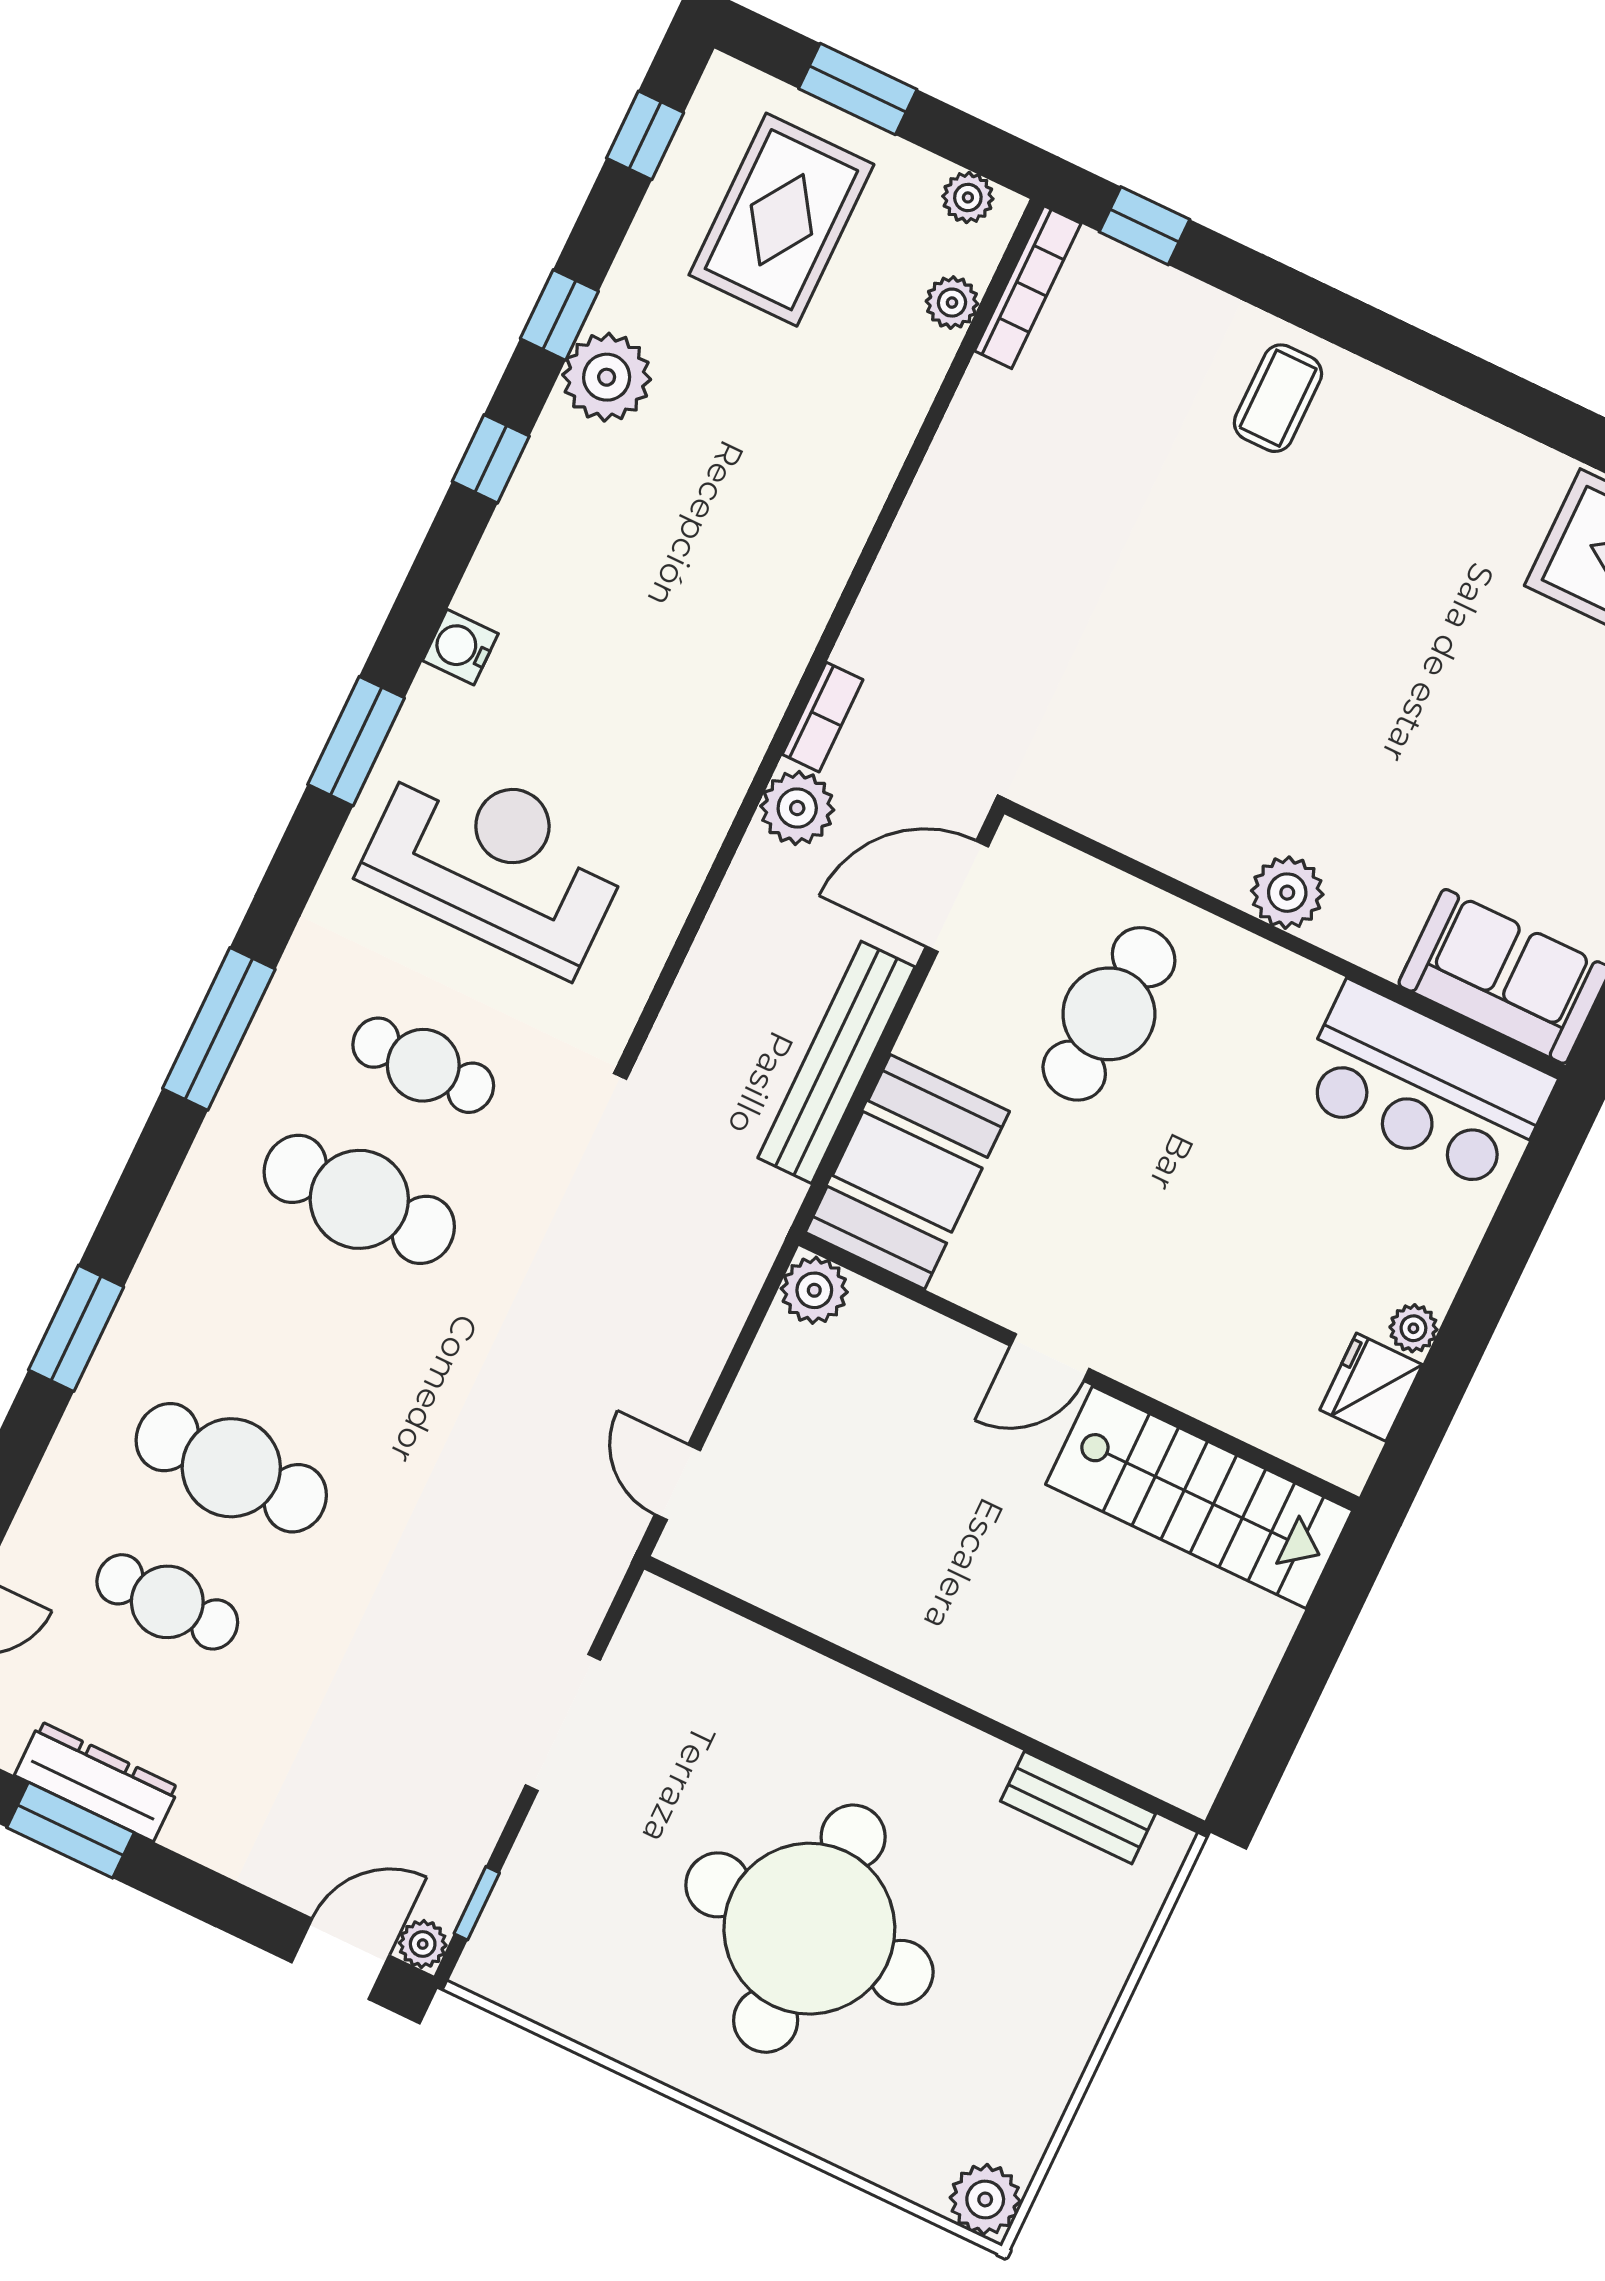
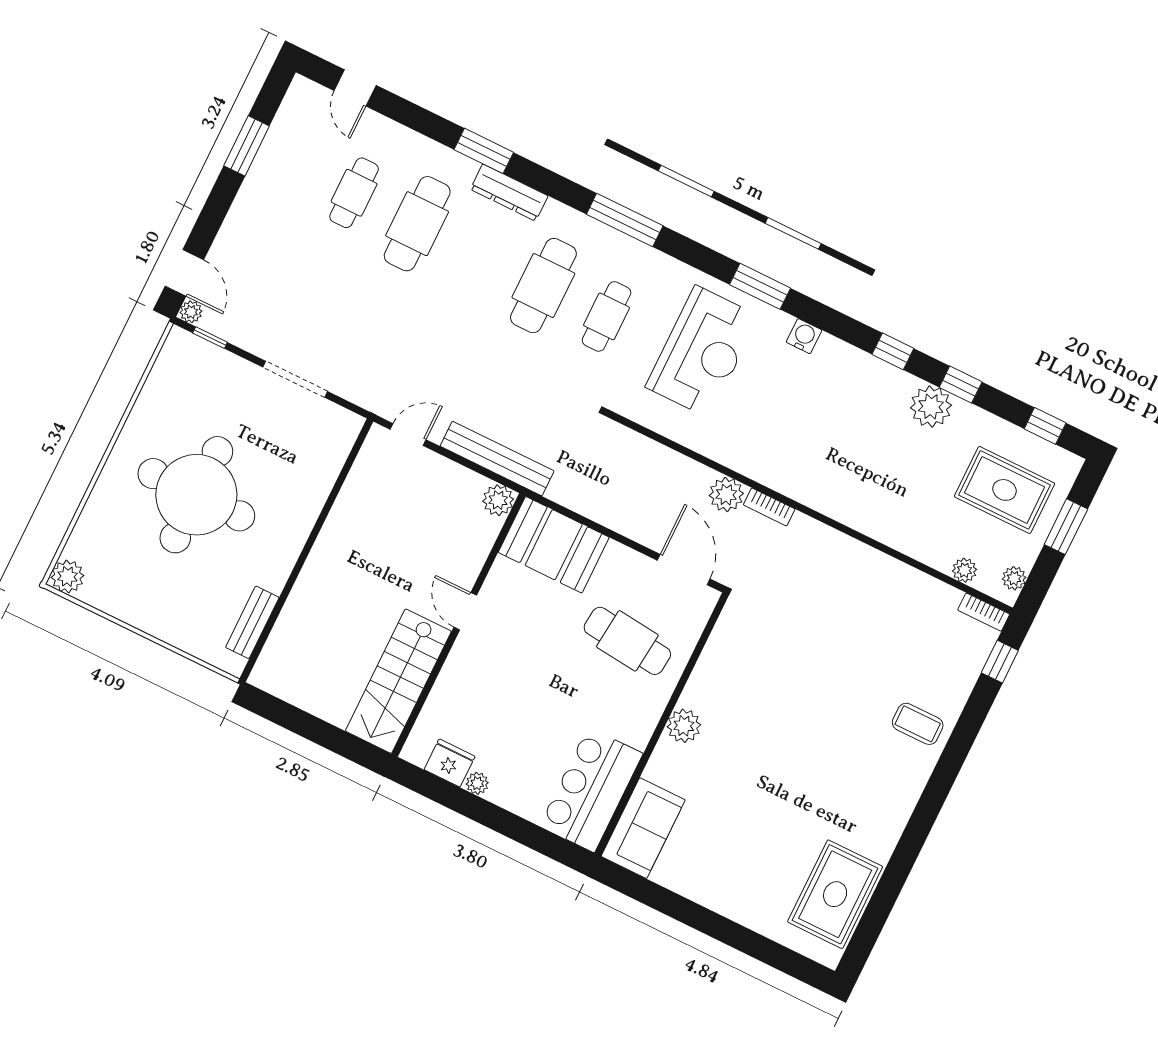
bookcase: (1028, 287) -> (984, 612), width x0.64
bench: (836, 1062) -> (497, 458), moved
dresser: (97, 1781) -> (509, 193), moved, turned 90

